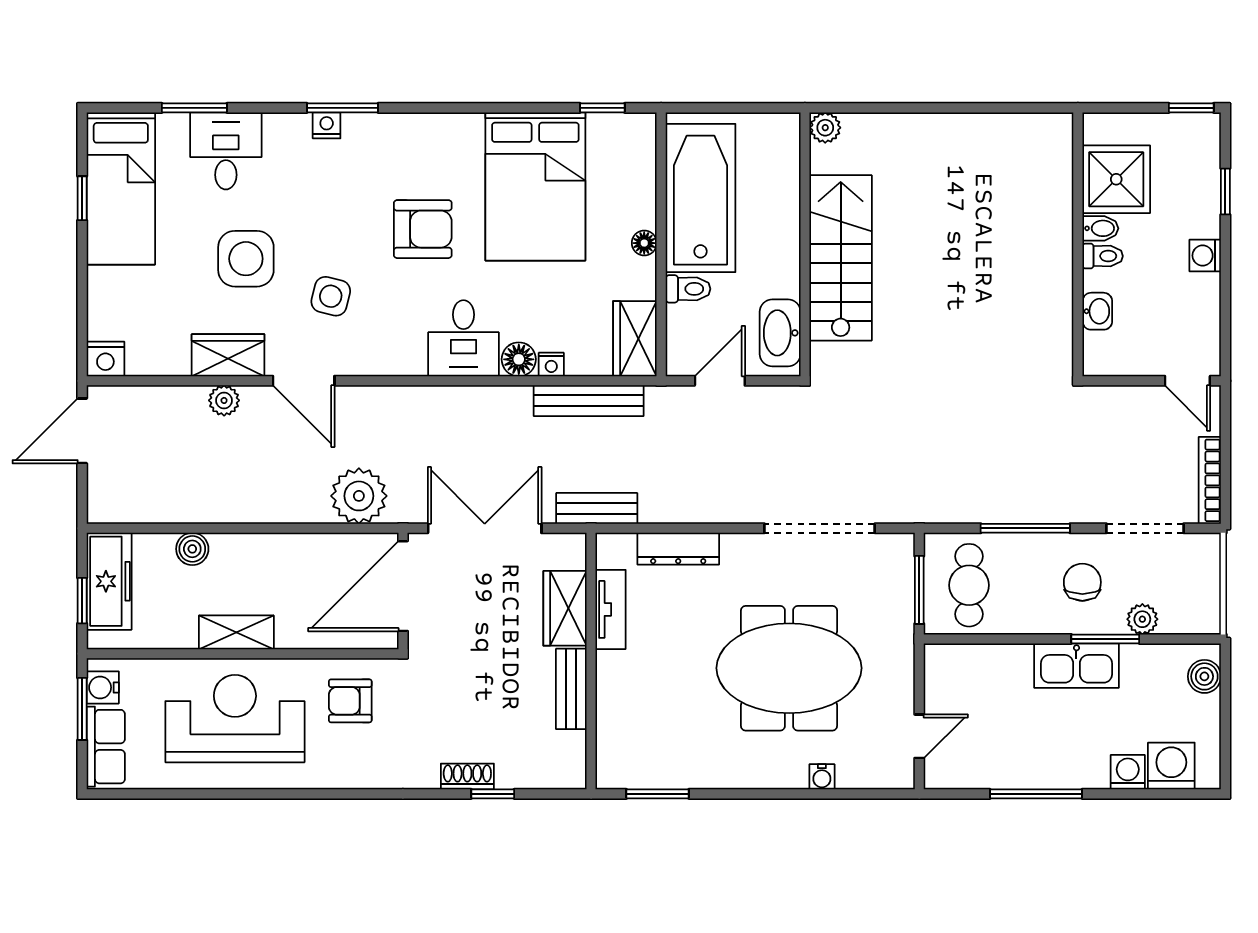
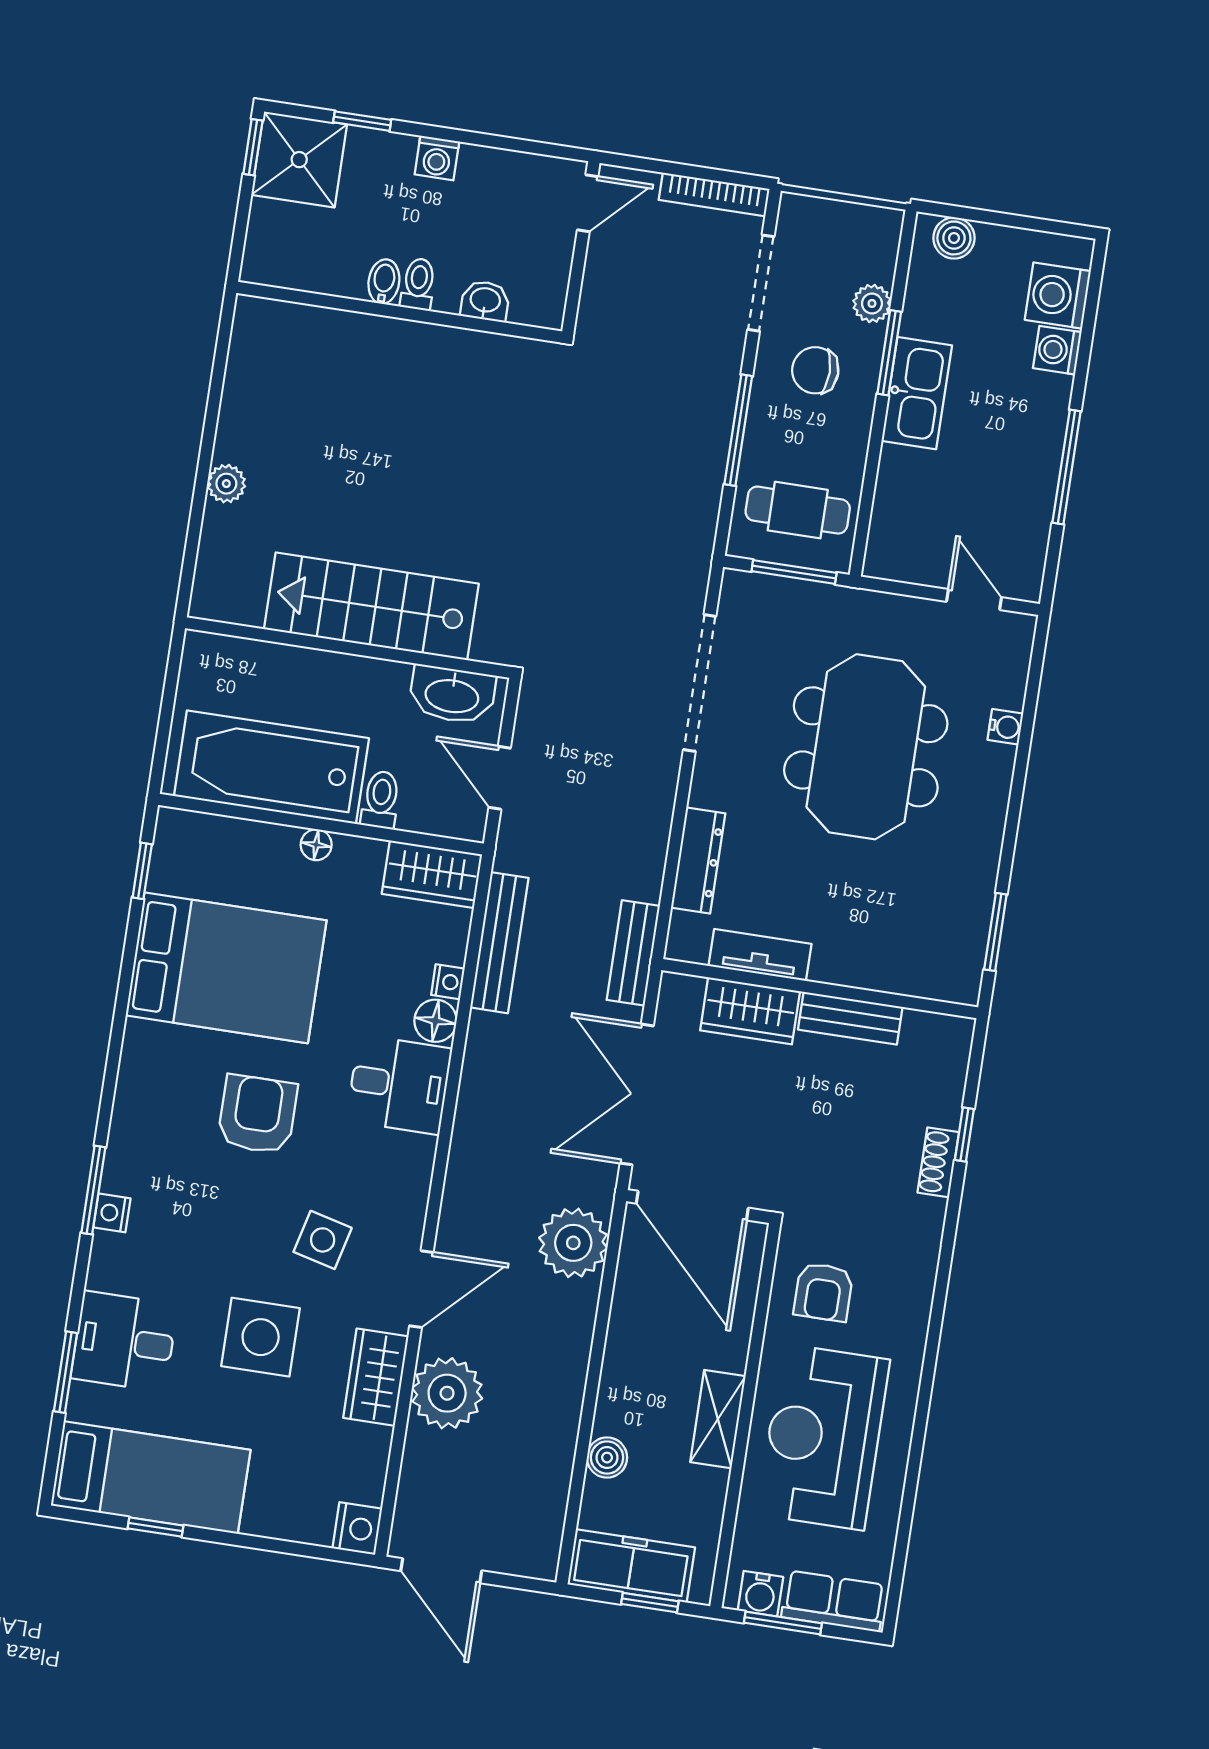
plant: (825, 128) -> (226, 484), moved
shower: (1116, 179) -> (299, 160), moved
plant: (224, 400) -> (447, 1393), width x1.88, depth x1.88

